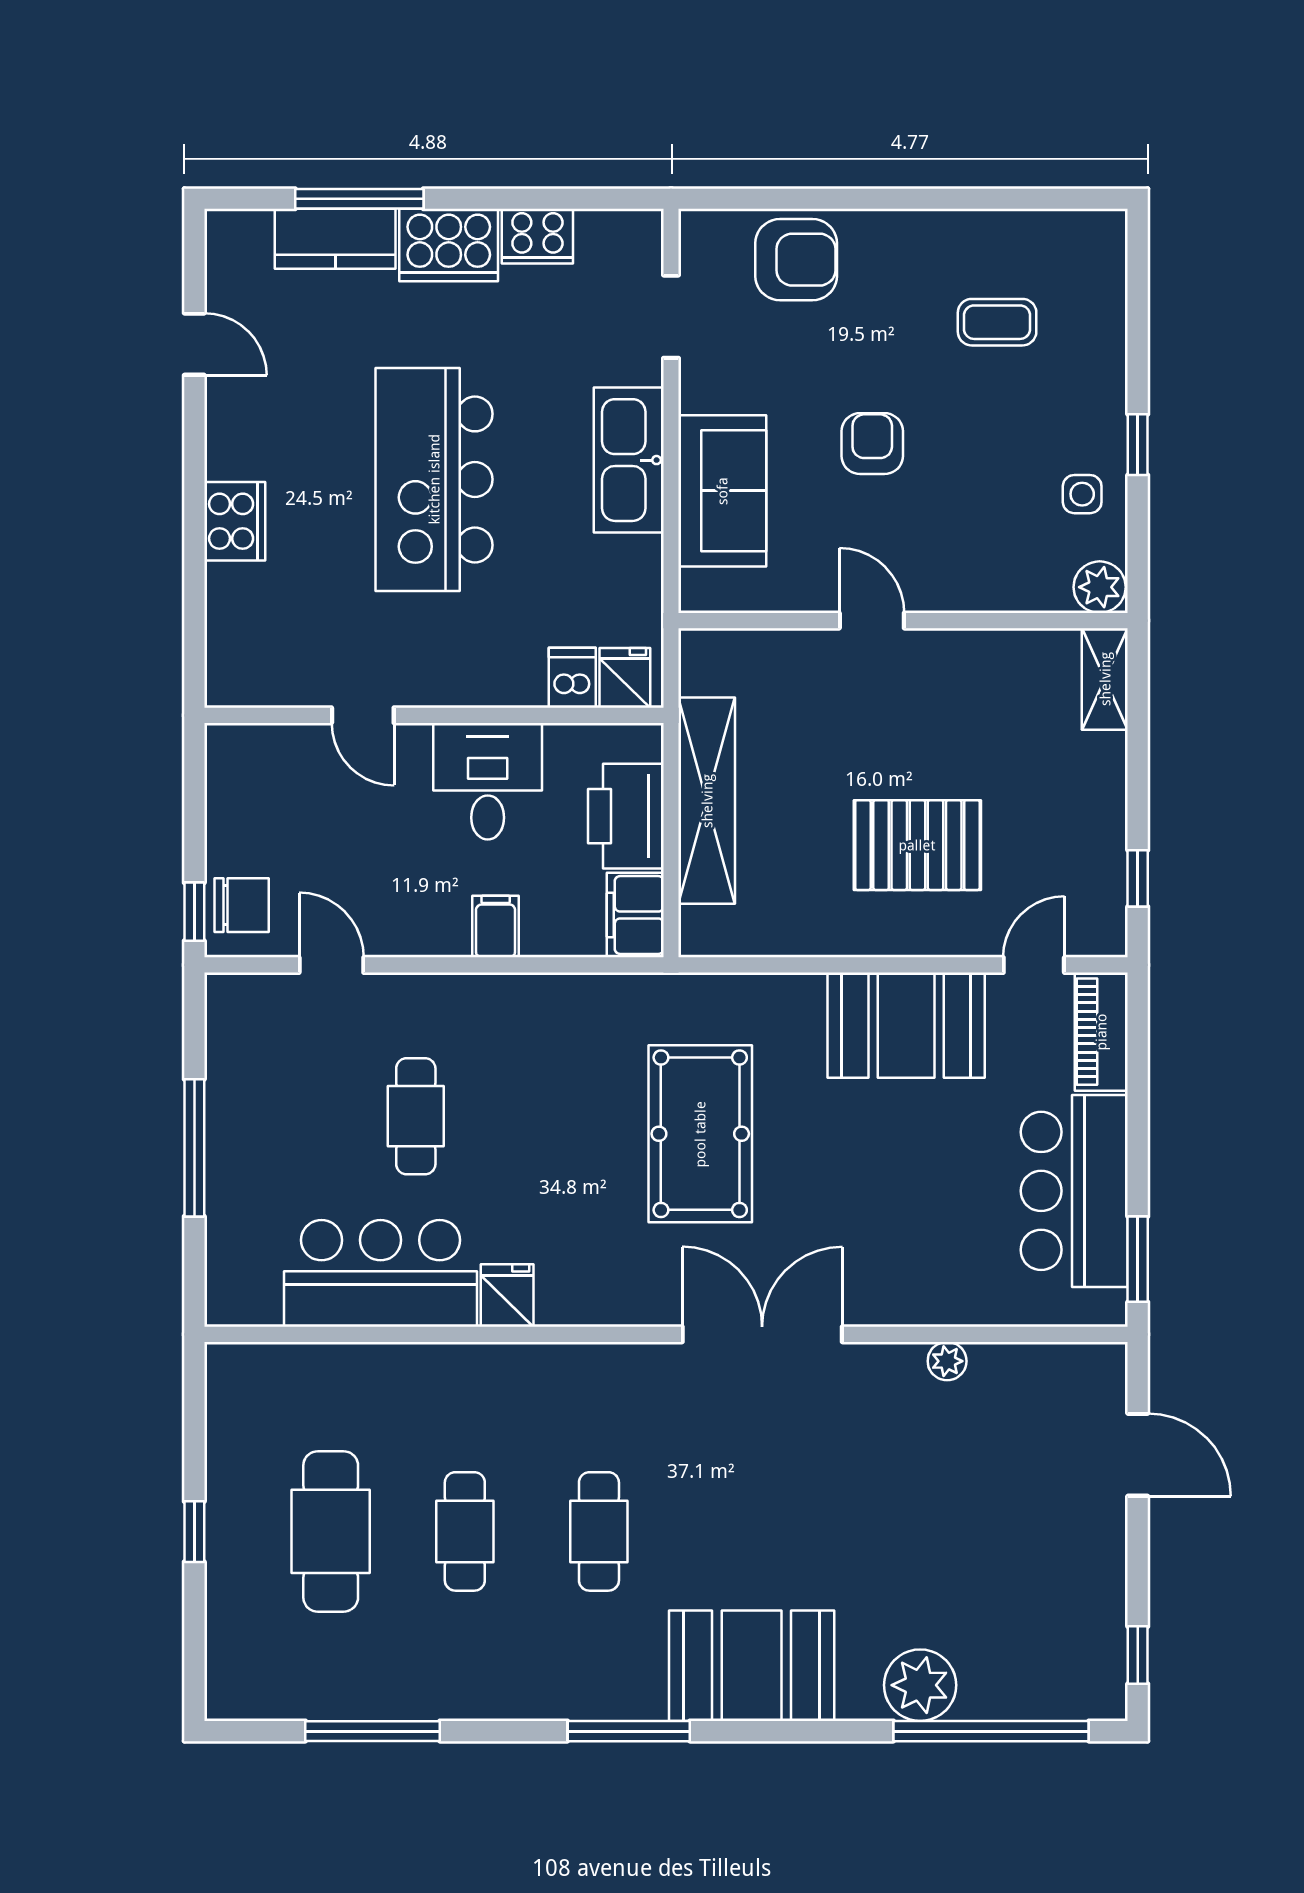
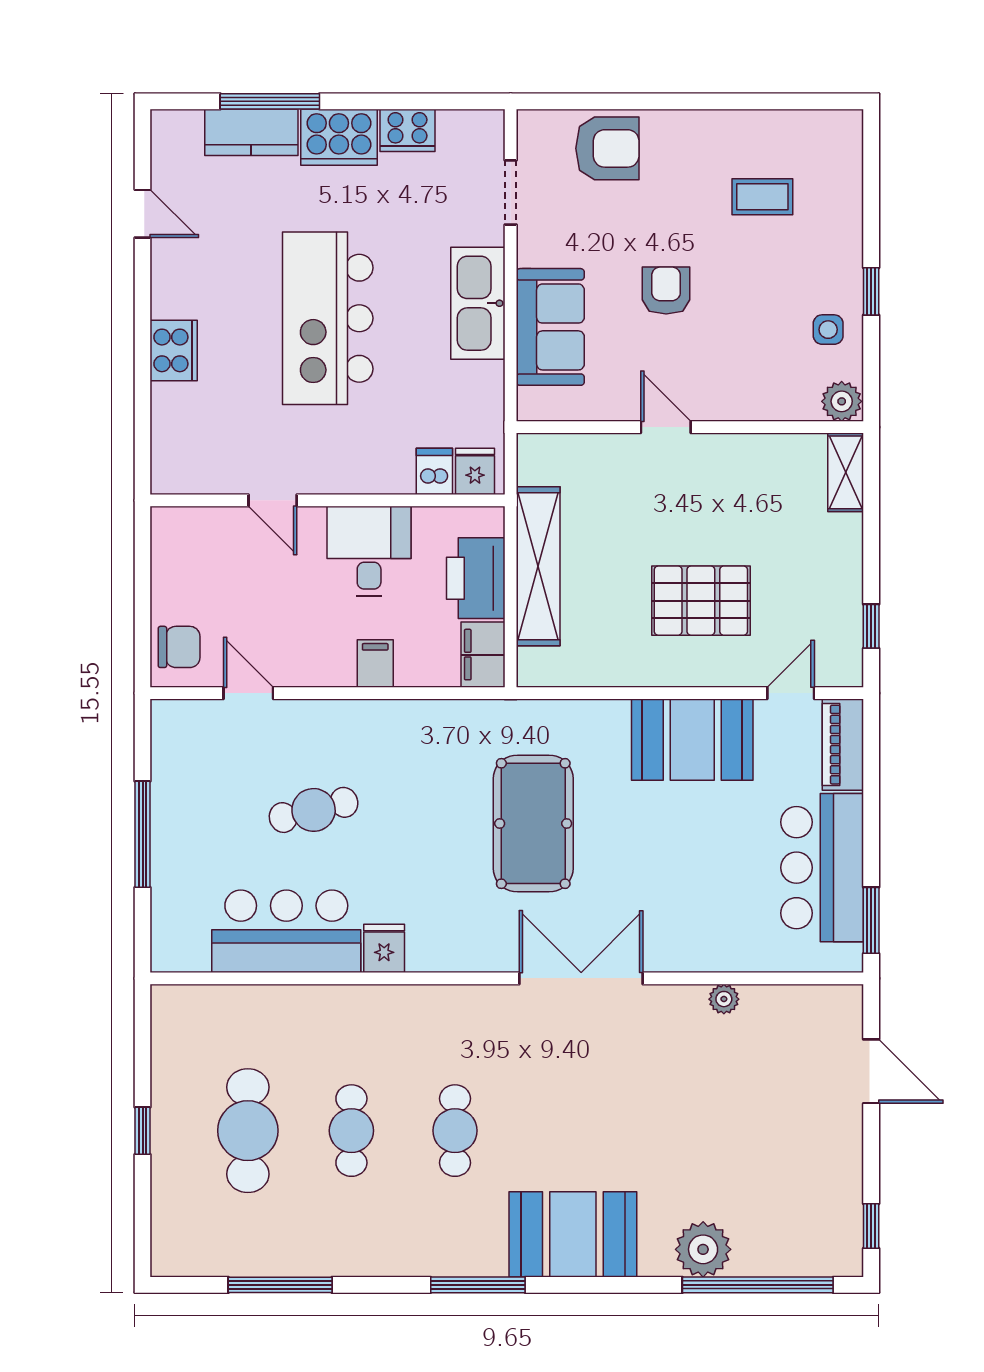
window: (194, 912) -> (143, 652), removed
cafe table: (416, 1116) -> (314, 810), turned 76

